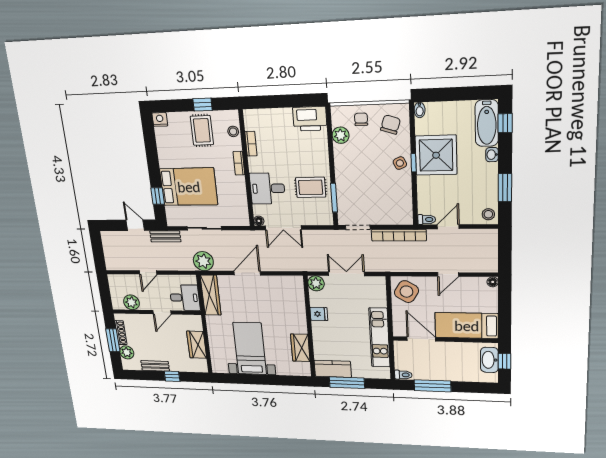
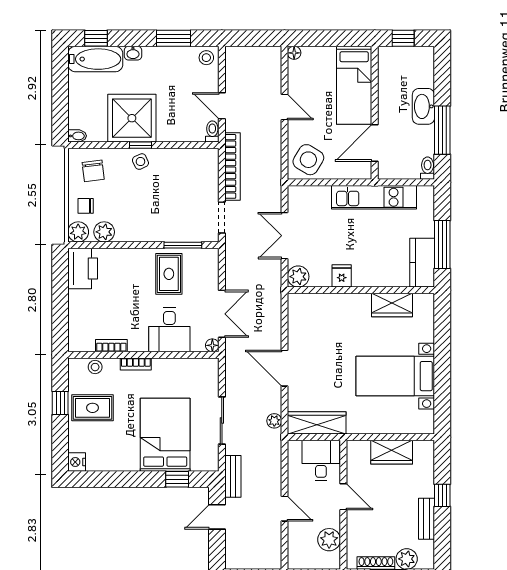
plant: (339, 114) -> (78, 232), added
chair: (390, 125) -> (93, 171), turned -115
plant: (203, 261) -> (274, 421), width x0.53, depth x0.53
washbasin: (489, 360) -> (423, 106), moved, turned 90

